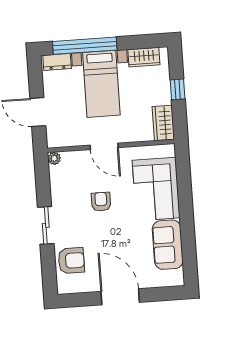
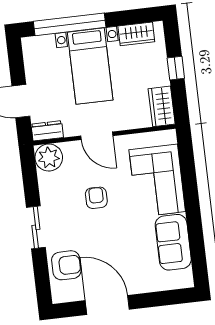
dresser: (57, 62) -> (47, 131), moved, turned 180
plant: (54, 158) -> (49, 158), width x1.87, depth x1.87
door: (120, 297) -> (107, 305), moved

